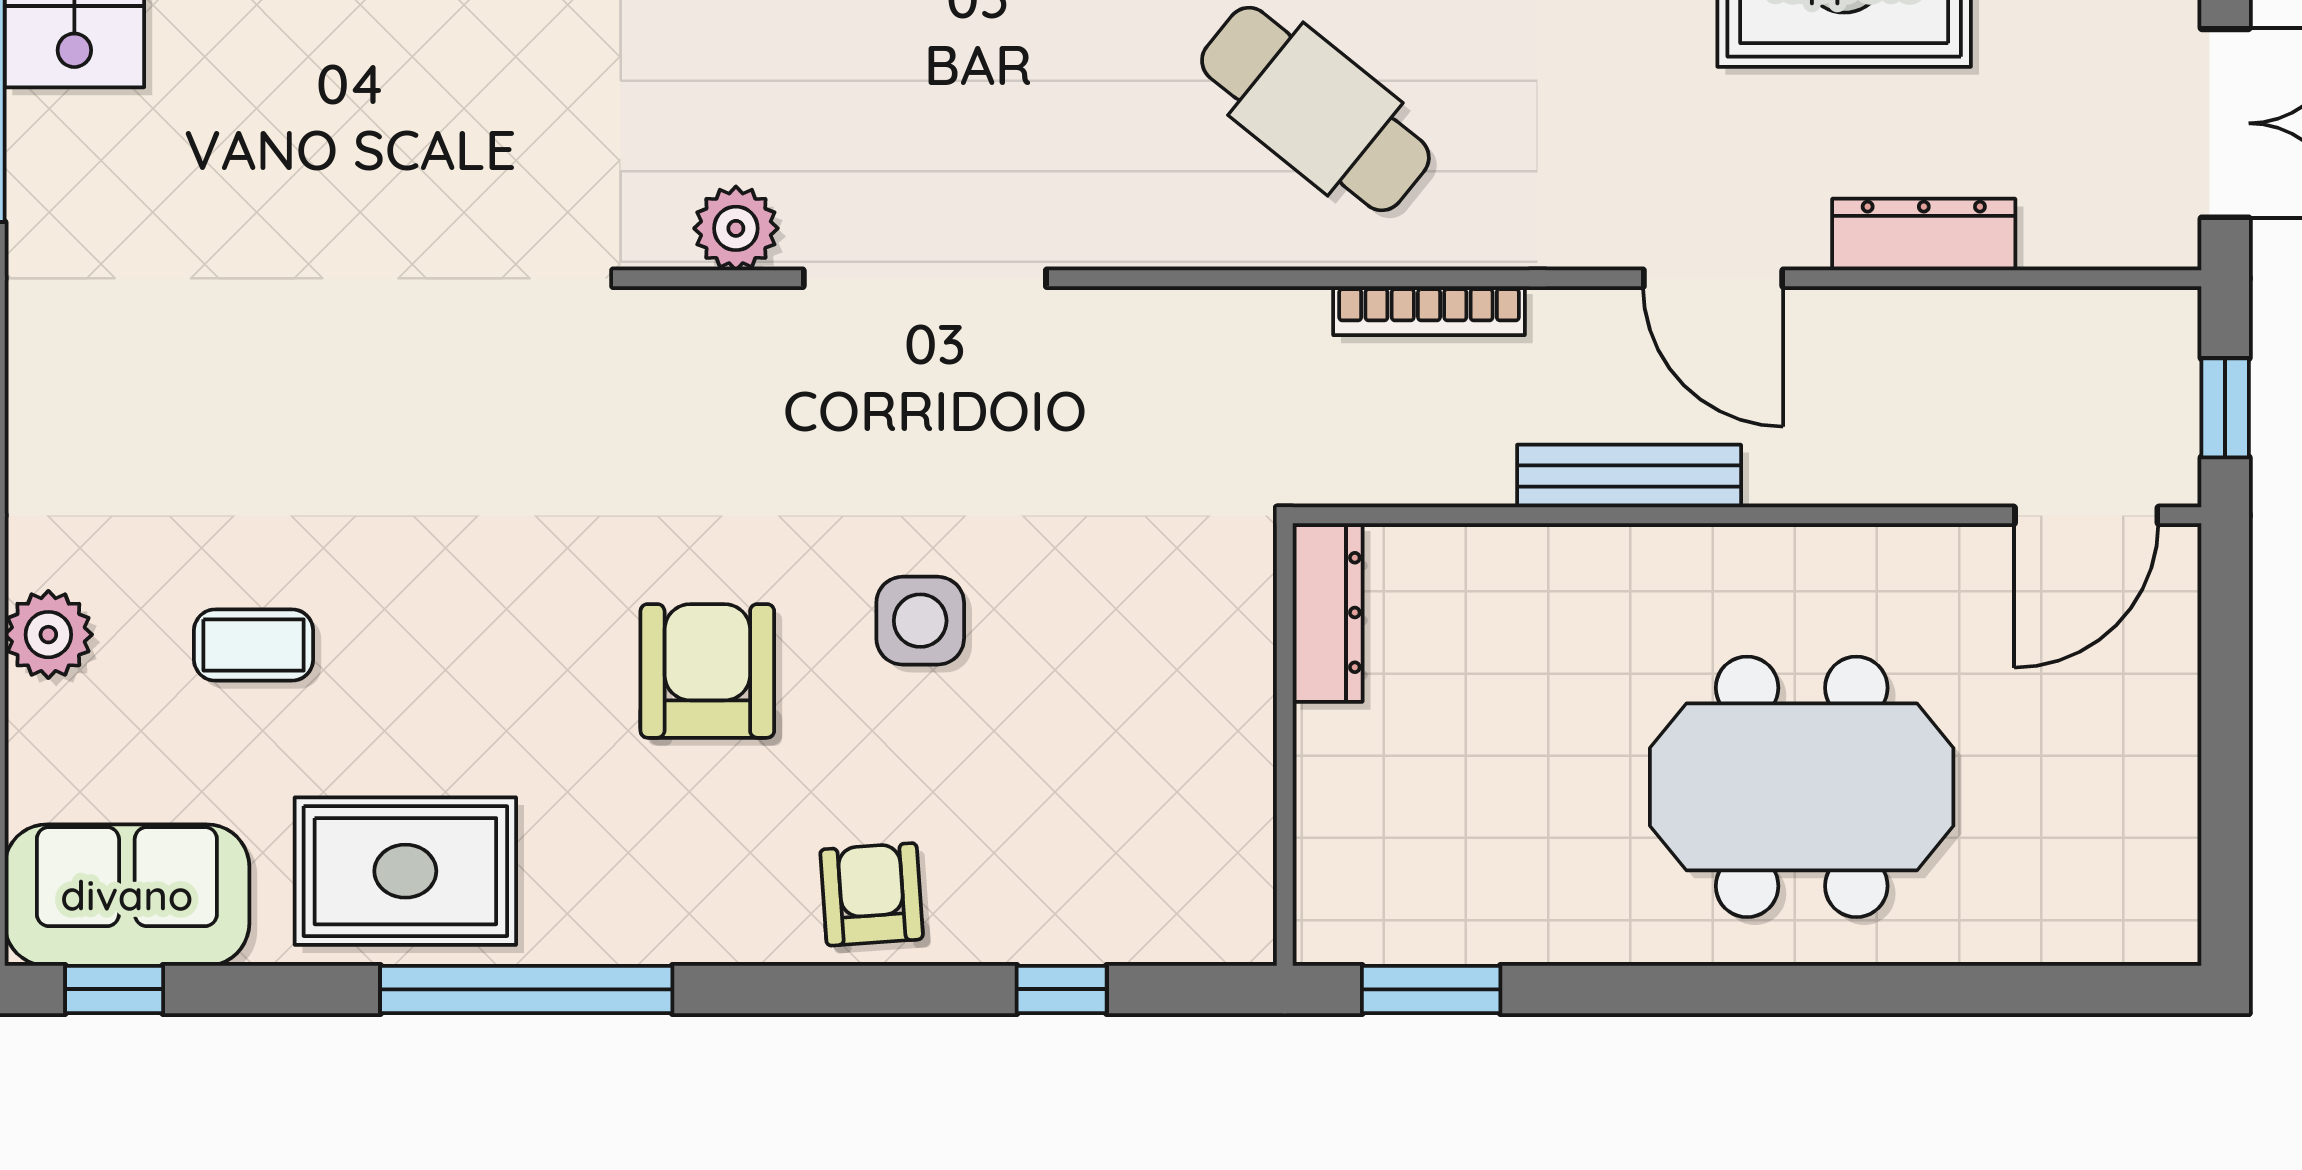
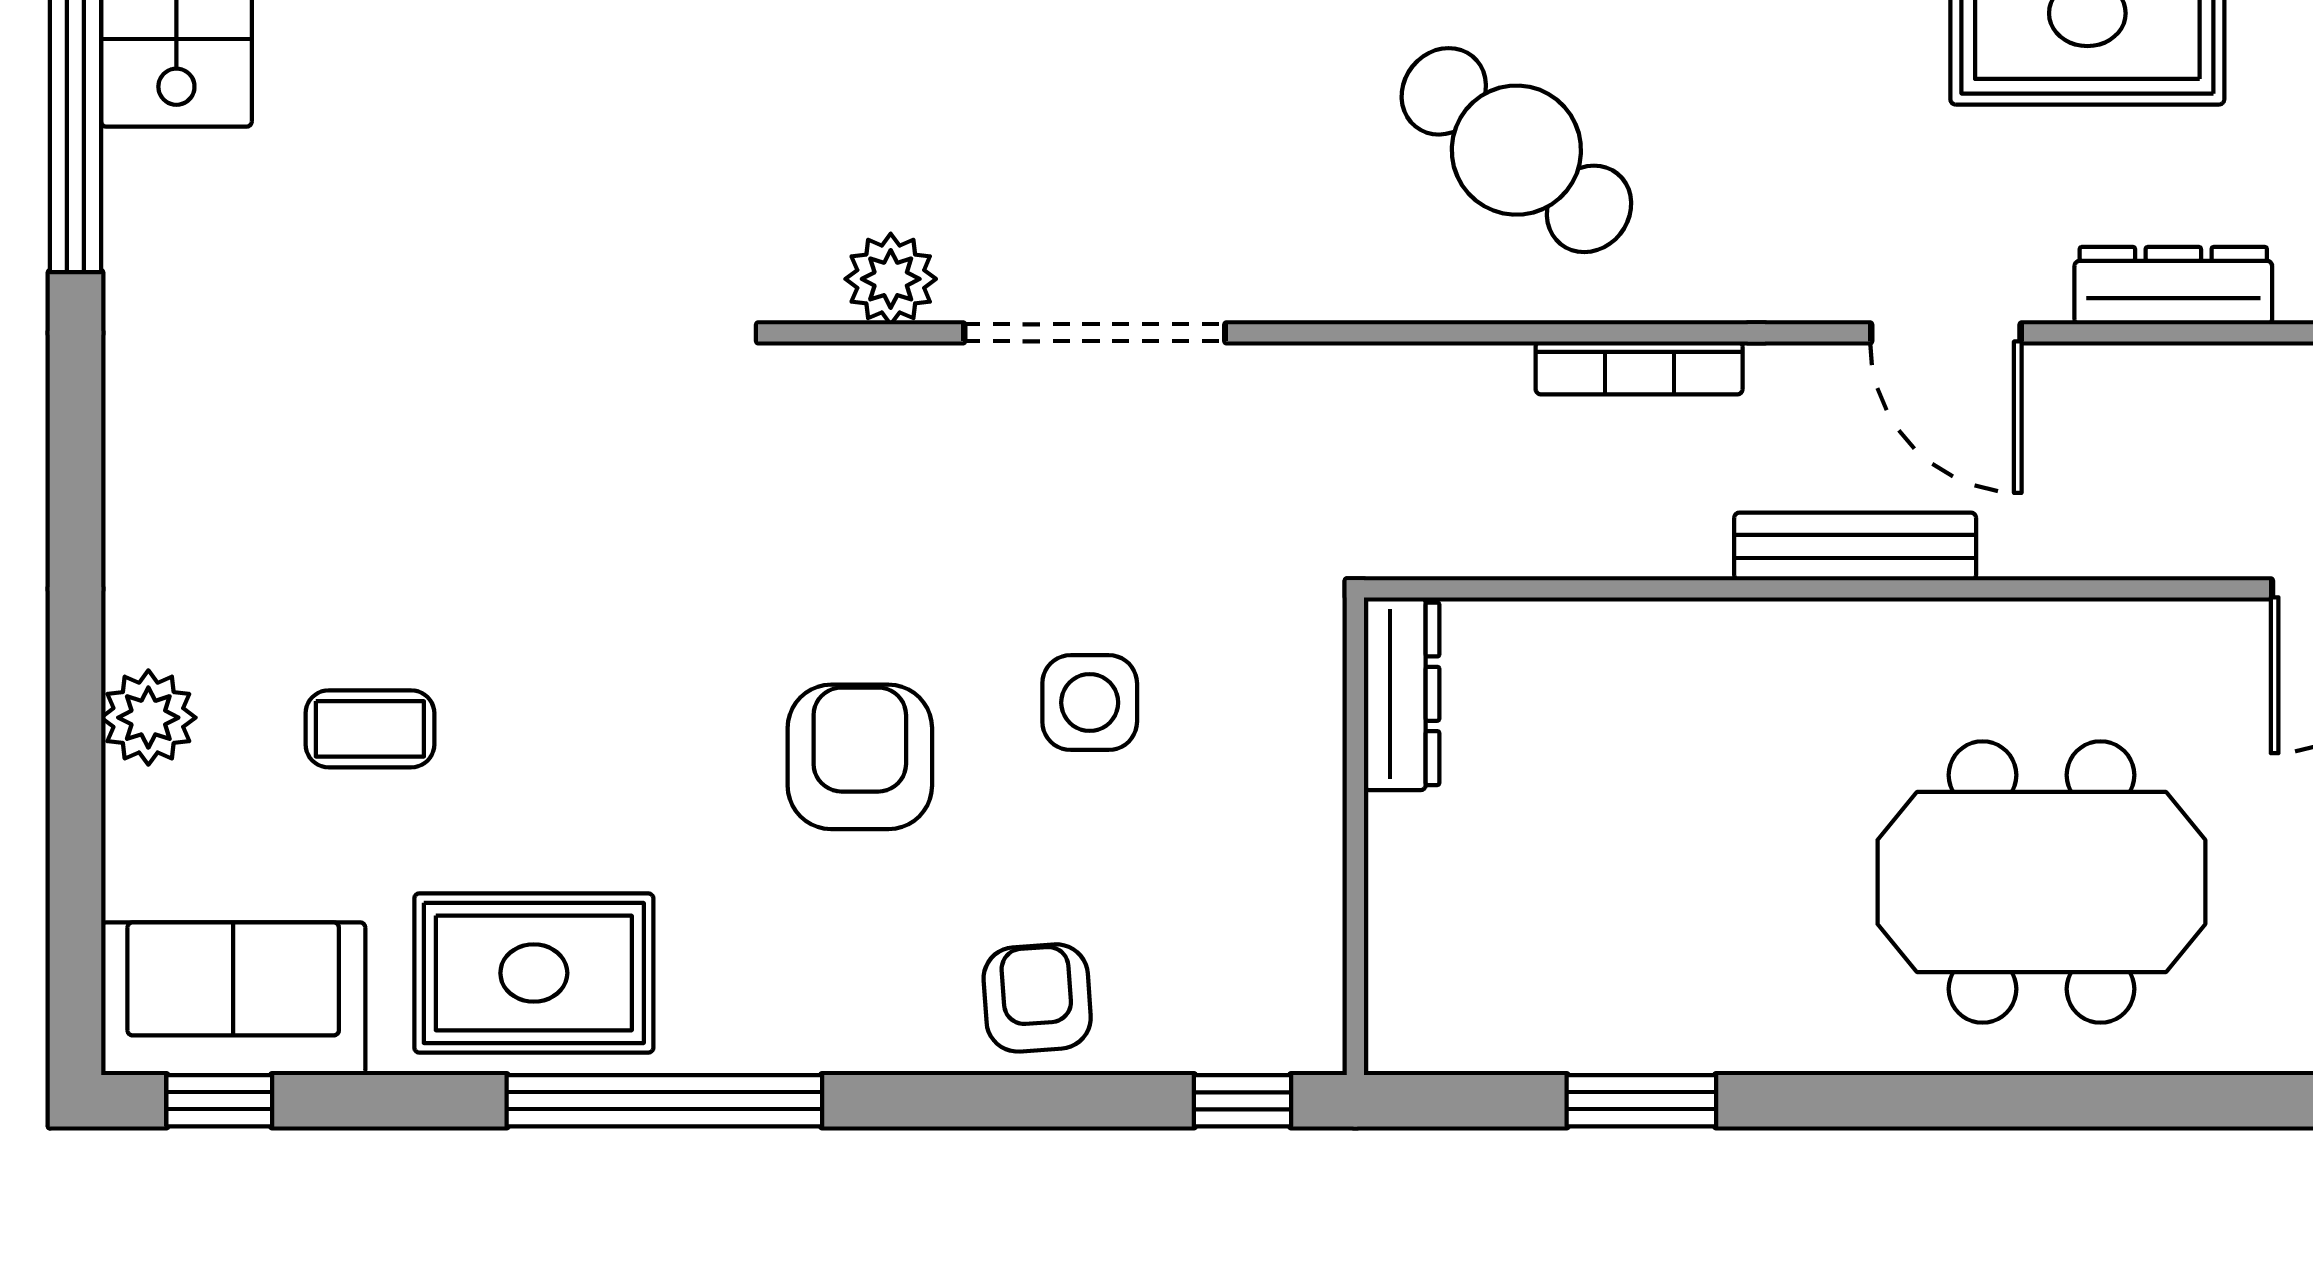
dresser: (1328, 613) -> (1402, 694), moved
wall: (1285, 745) -> (1355, 836), moved

